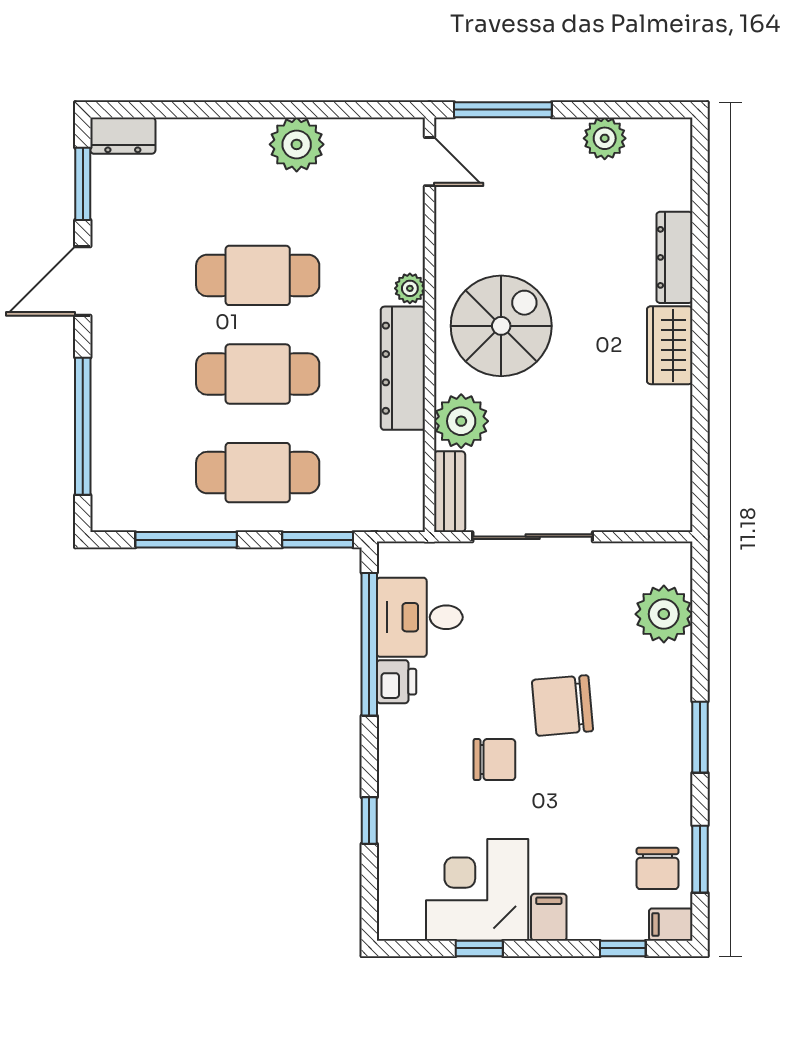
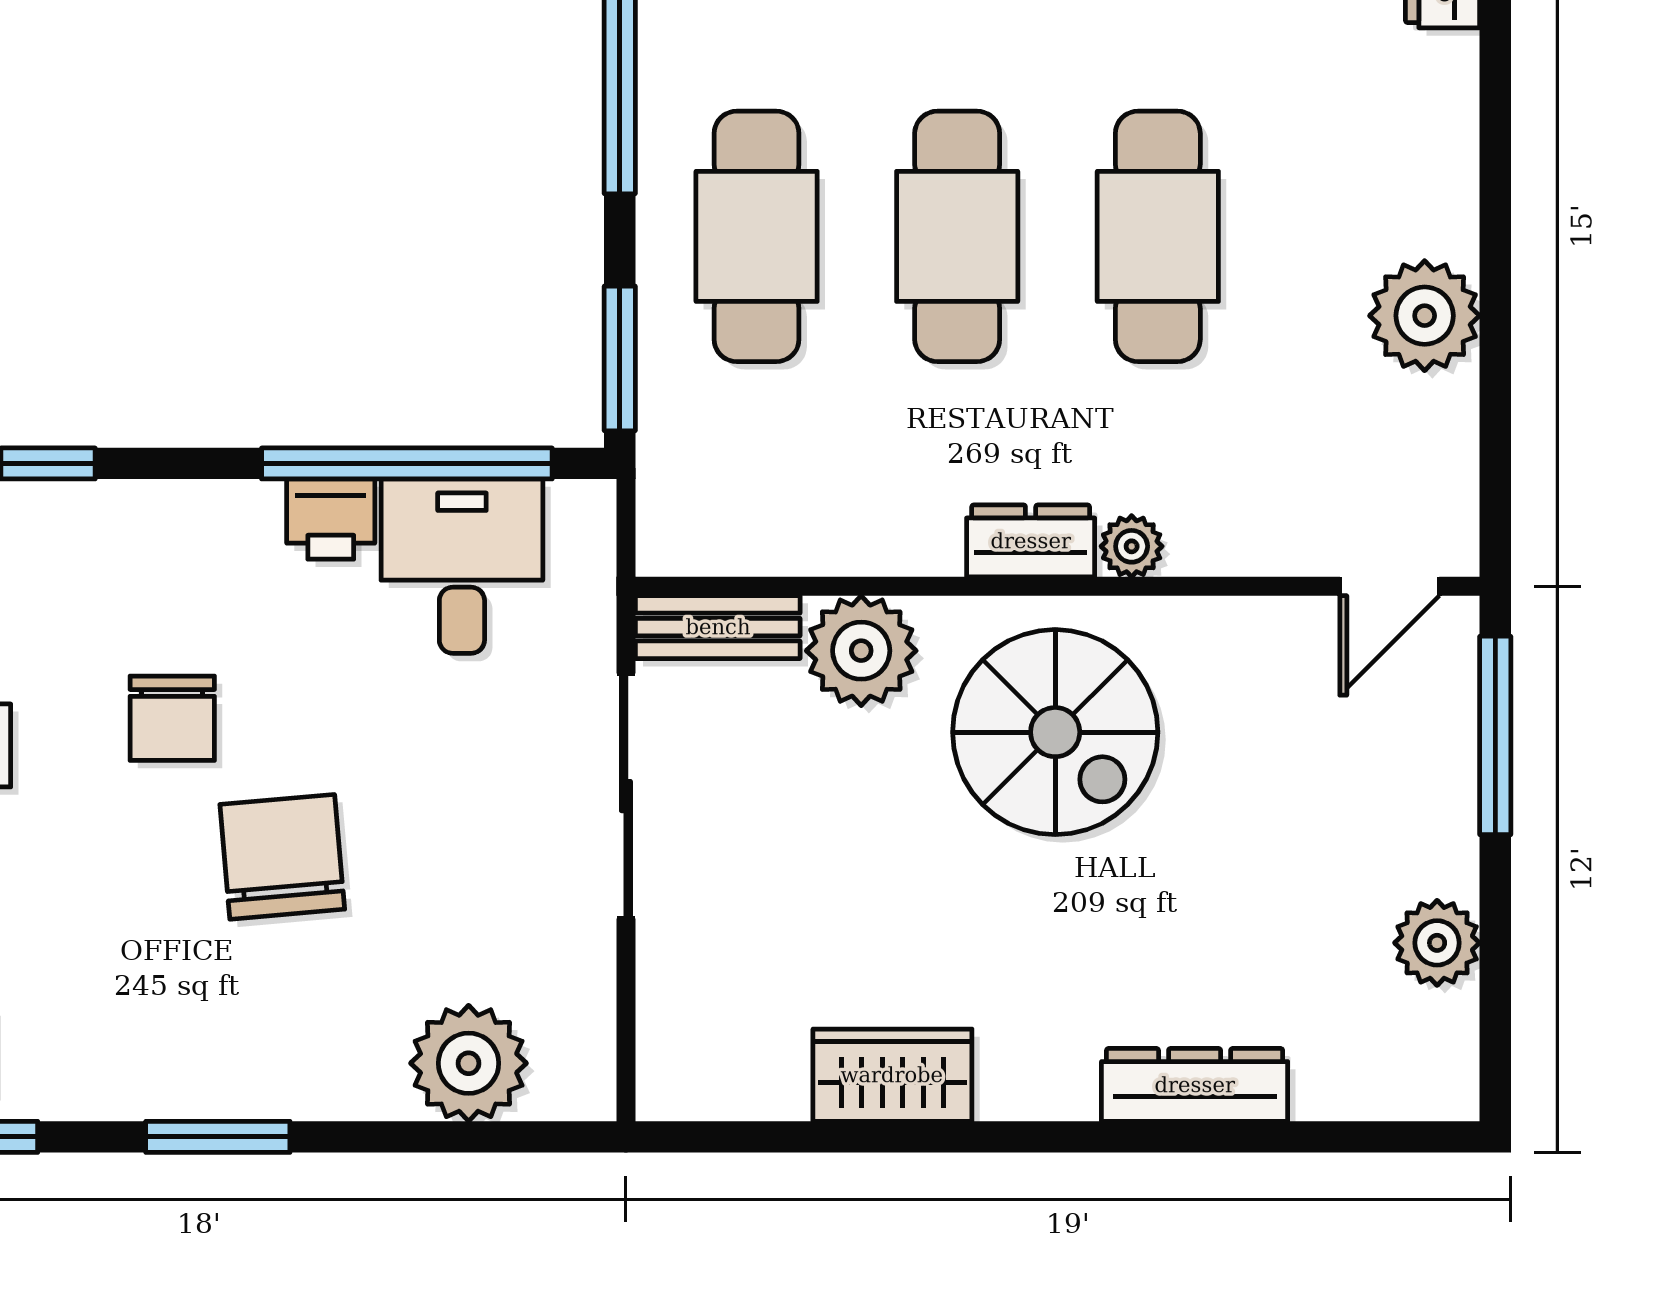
wardrobe: (670, 345) -> (892, 1075), moved
dresser: (403, 368) -> (1031, 541), width x0.51, depth x0.80

